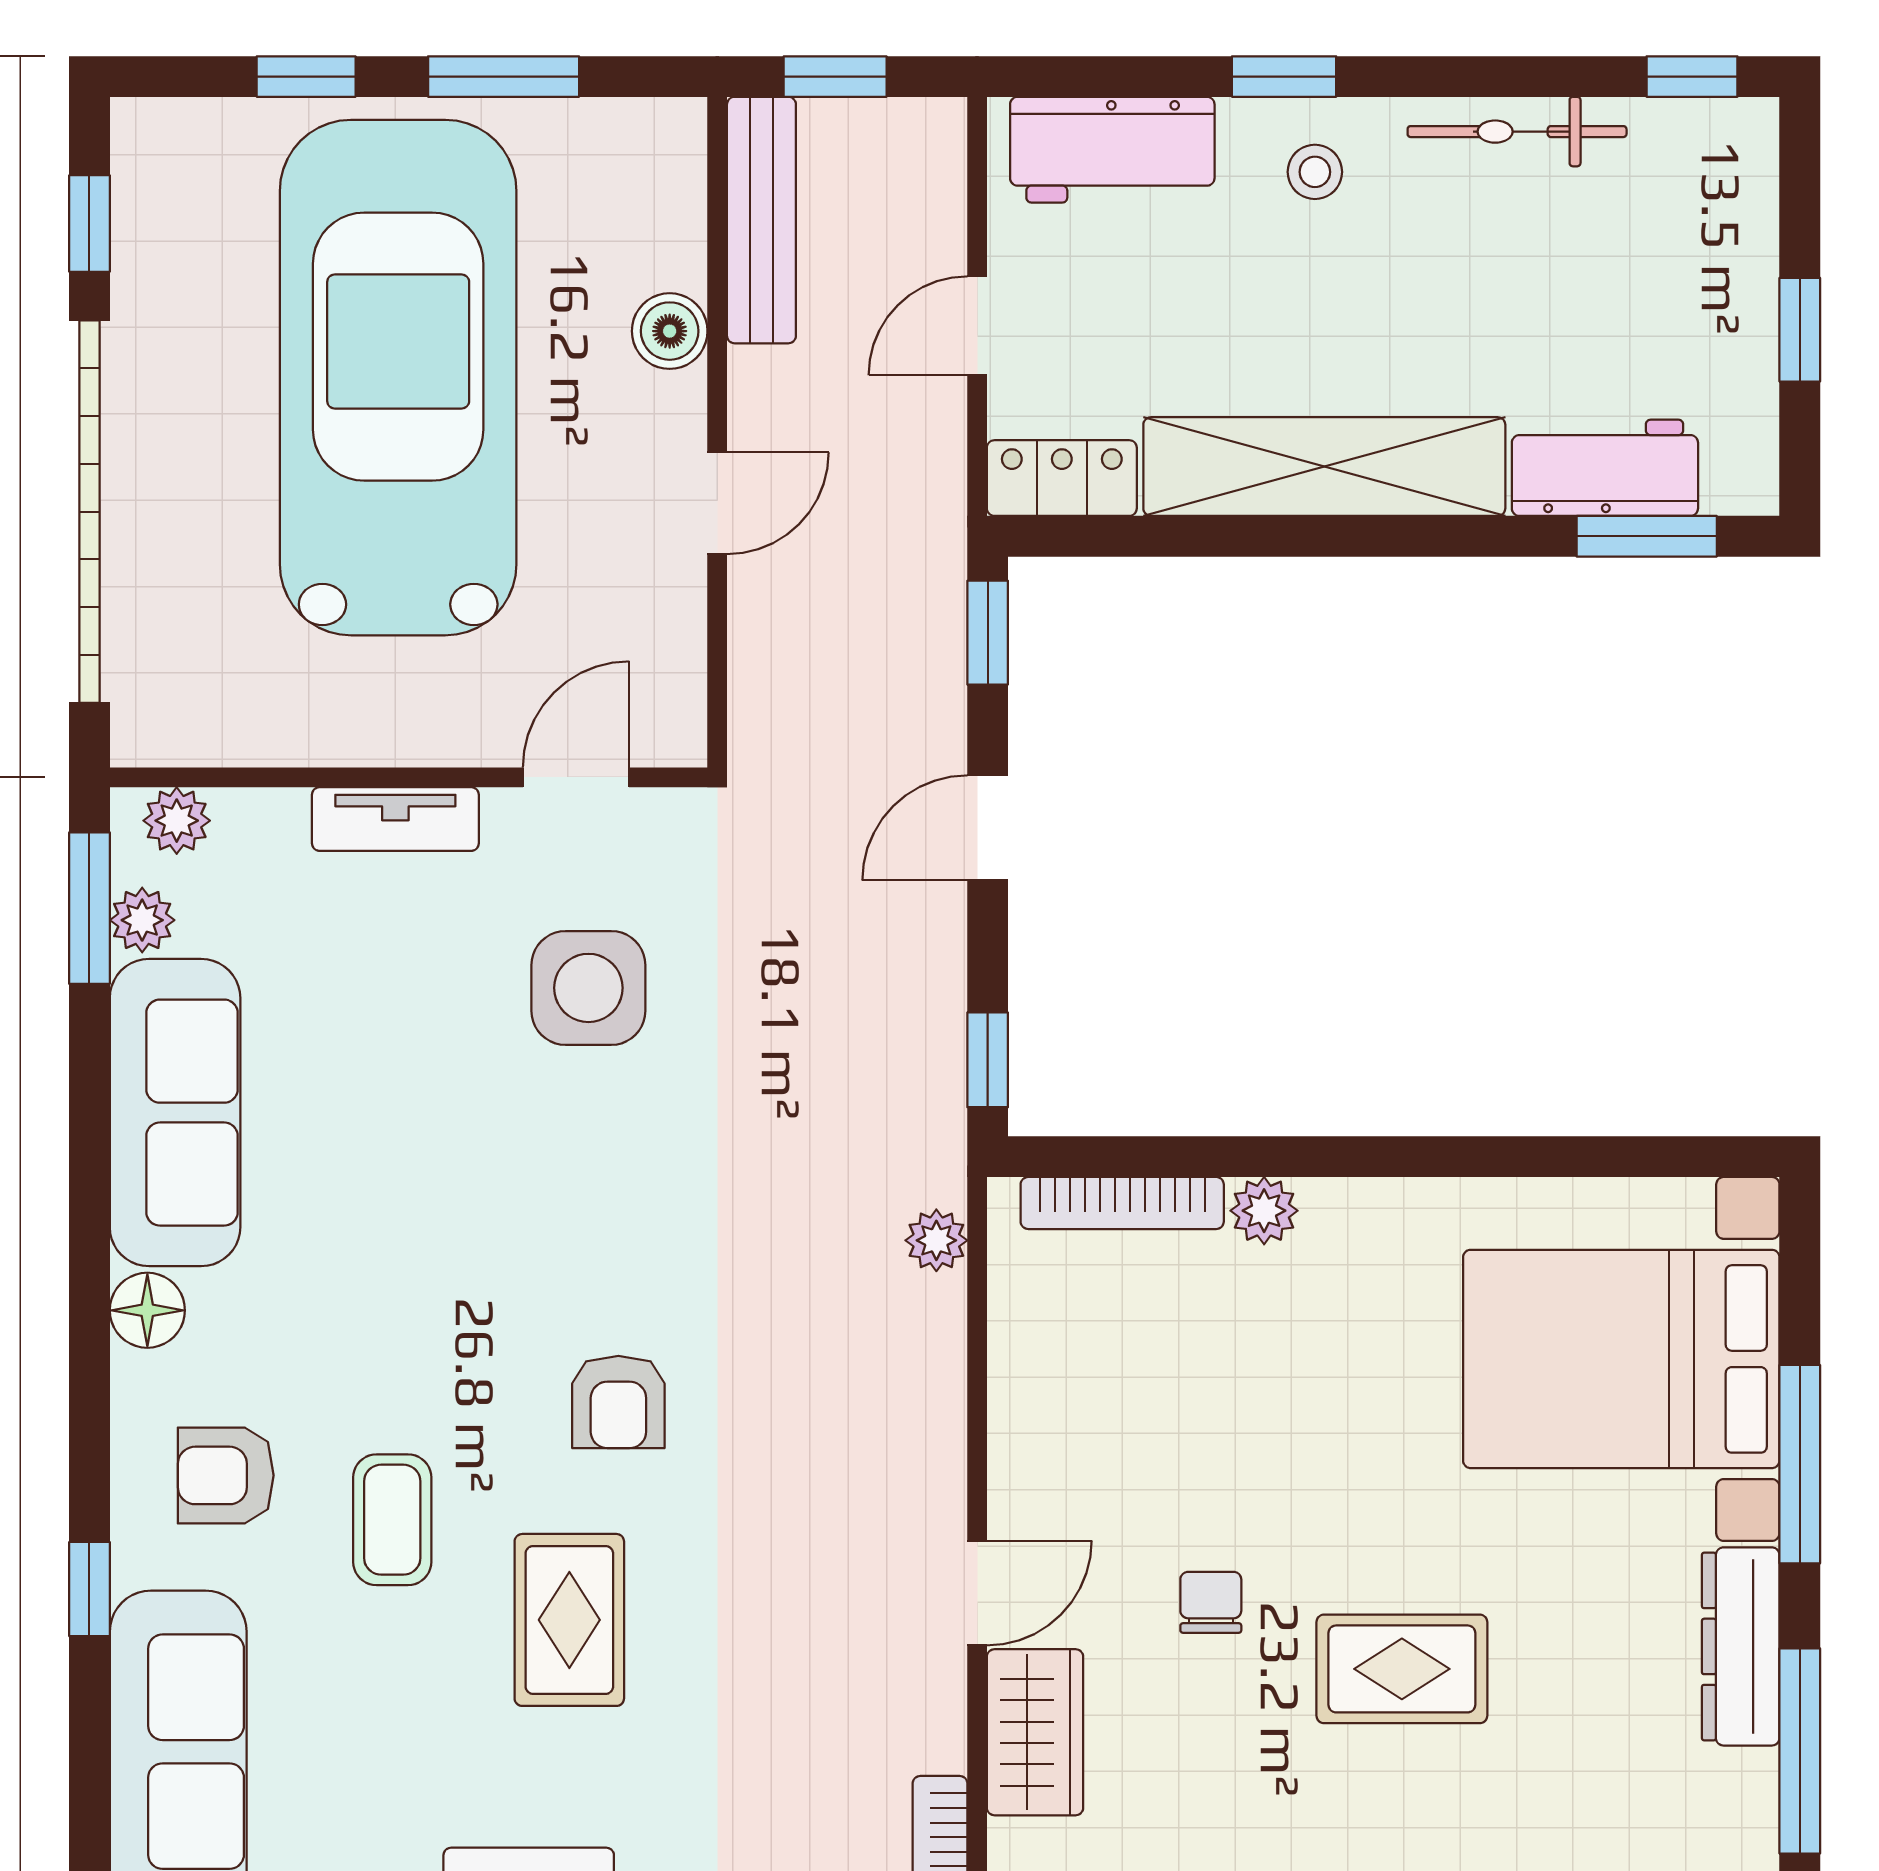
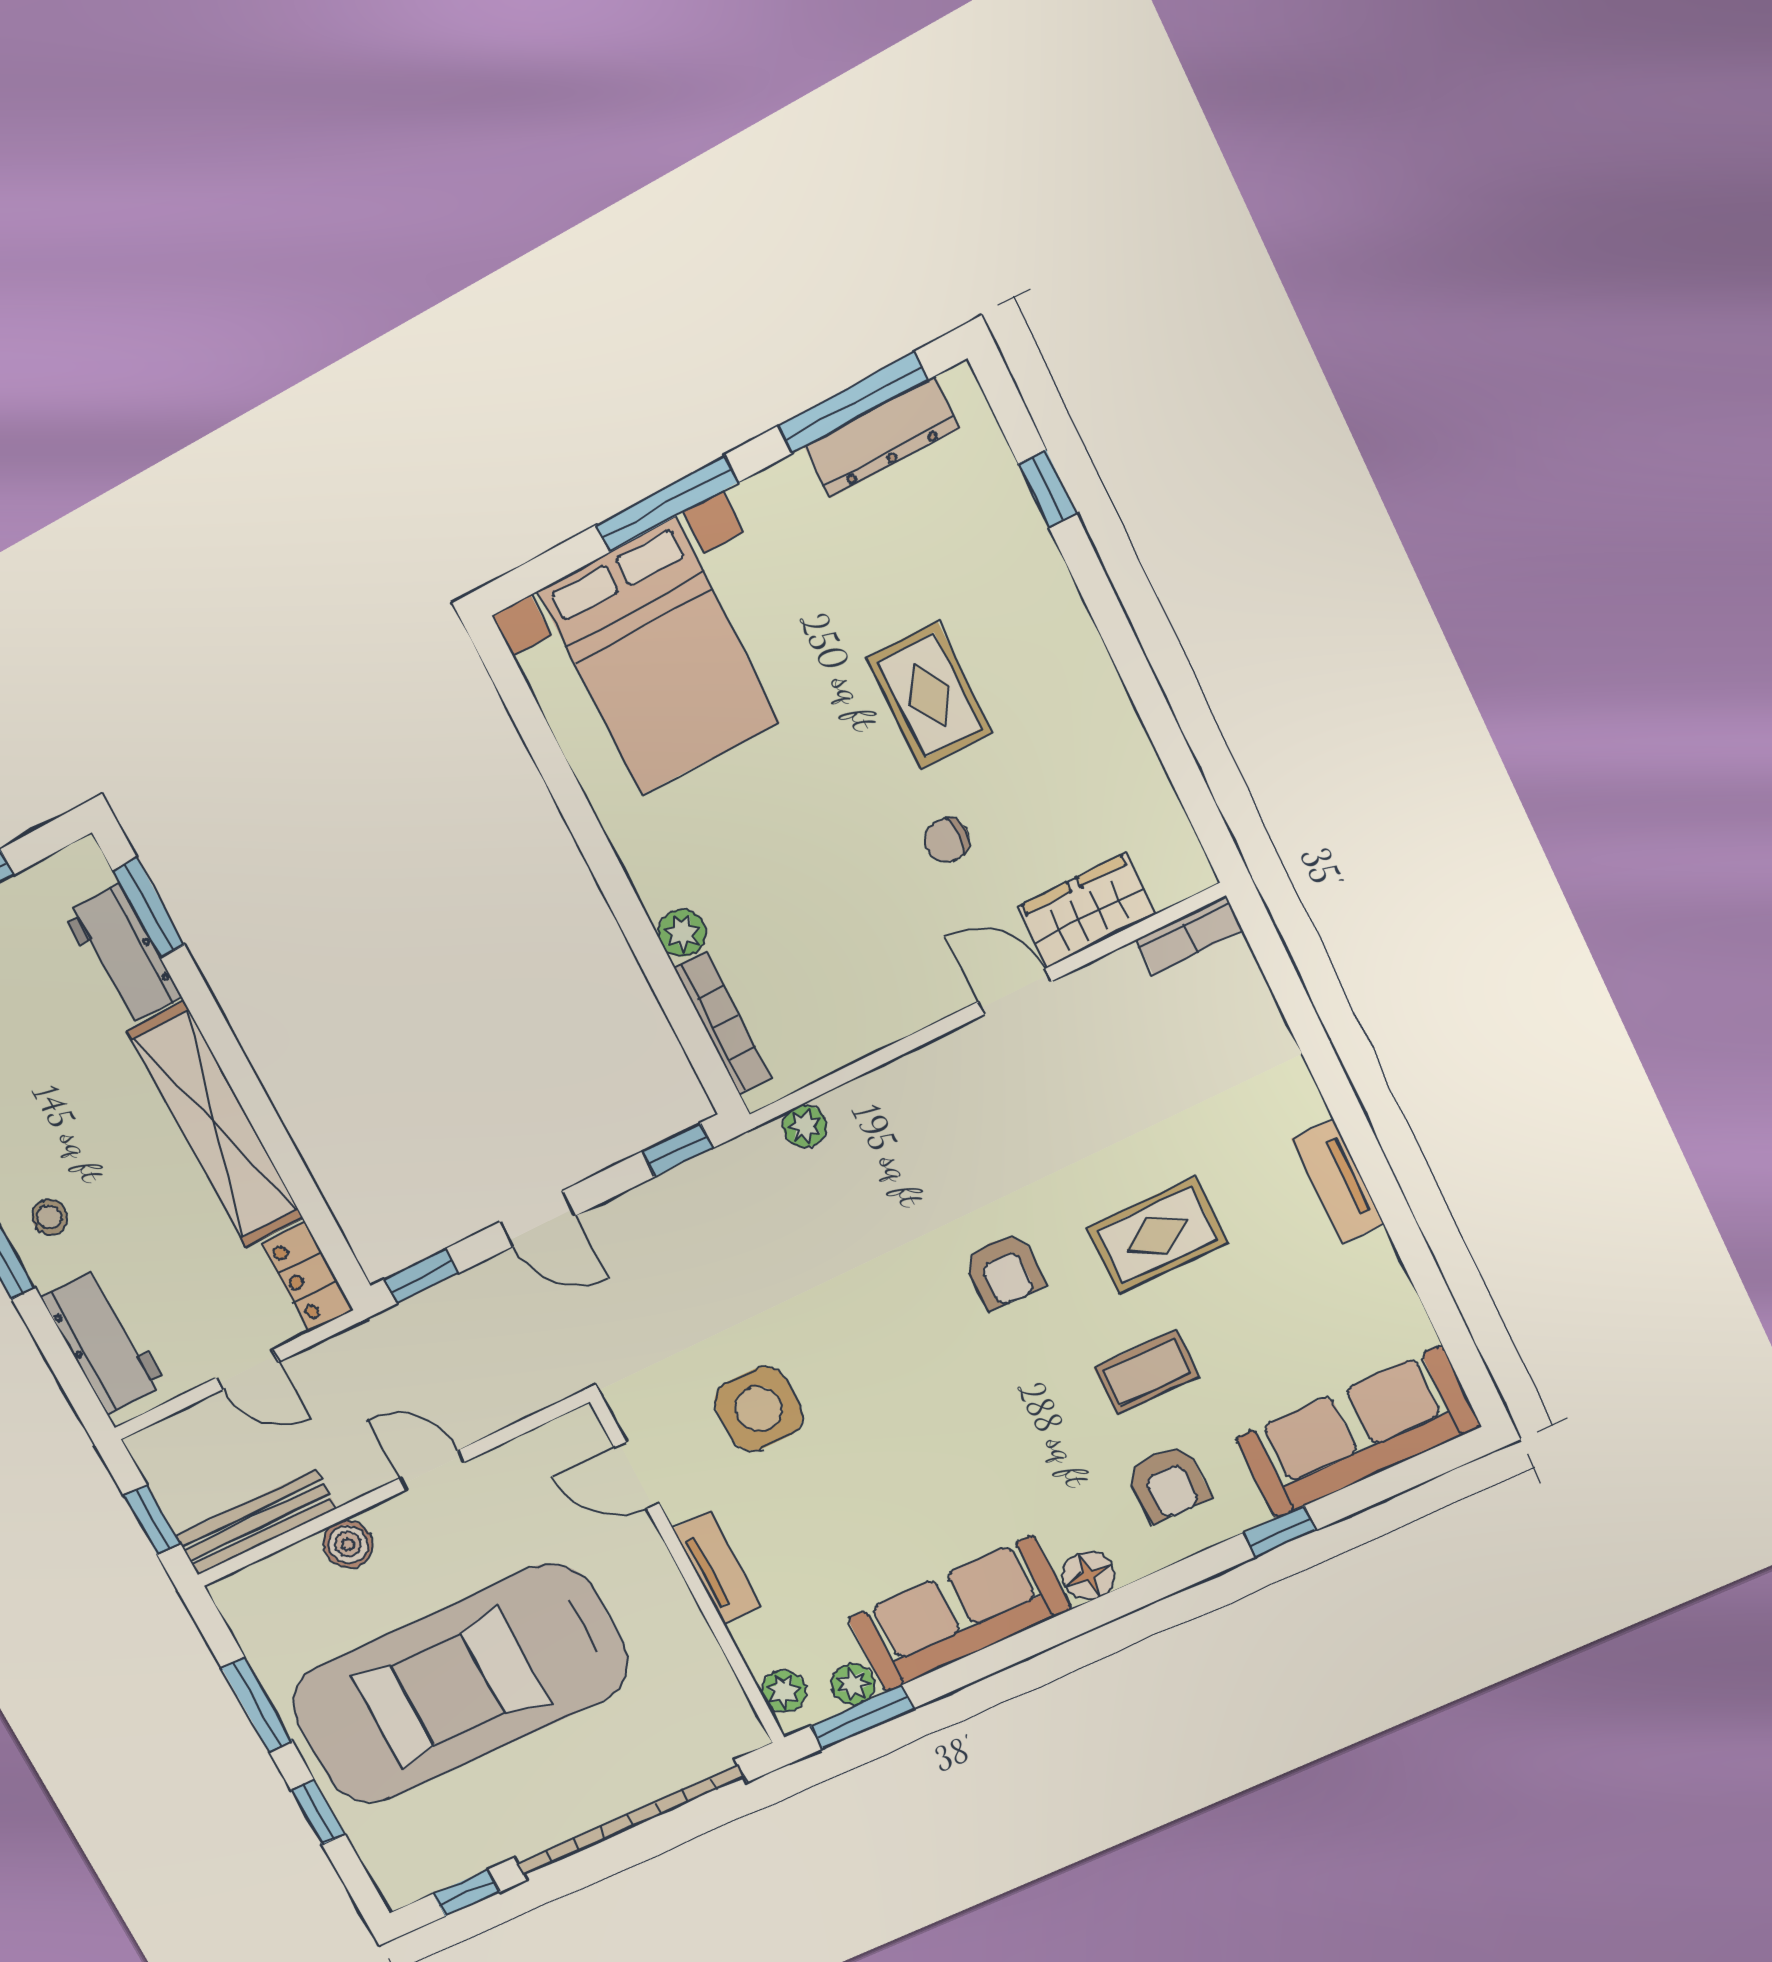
armchair: (618, 1402) -> (1004, 1271), turned 90
dresser: (1741, 1646) -> (882, 437), moved

